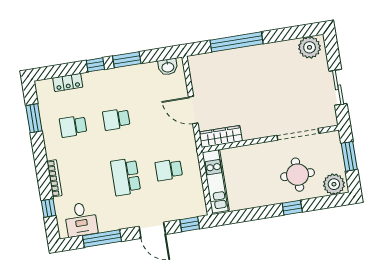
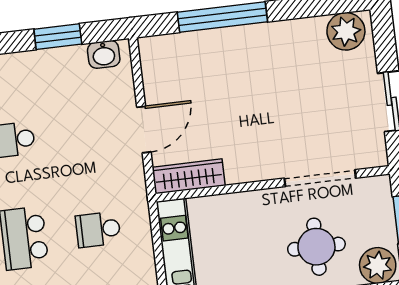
window: (127, 60) -> (58, 37), moved
door: (193, 110) -> (144, 130), swing flipped

